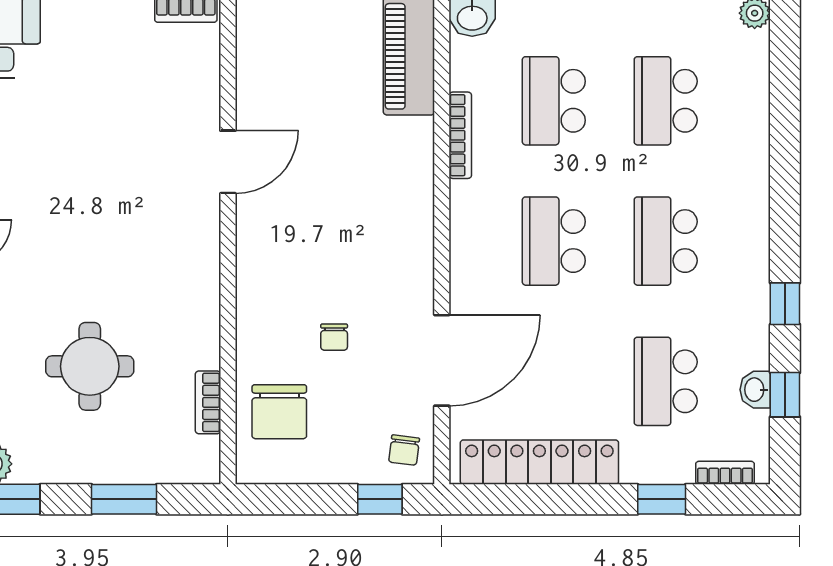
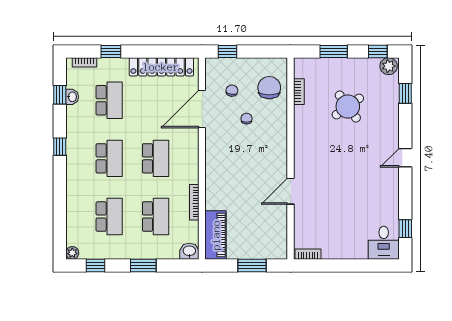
window: (785, 304) -> (60, 147), moved
round table: (90, 366) -> (348, 106), turned -36
chair: (404, 450) -> (232, 91), moved

